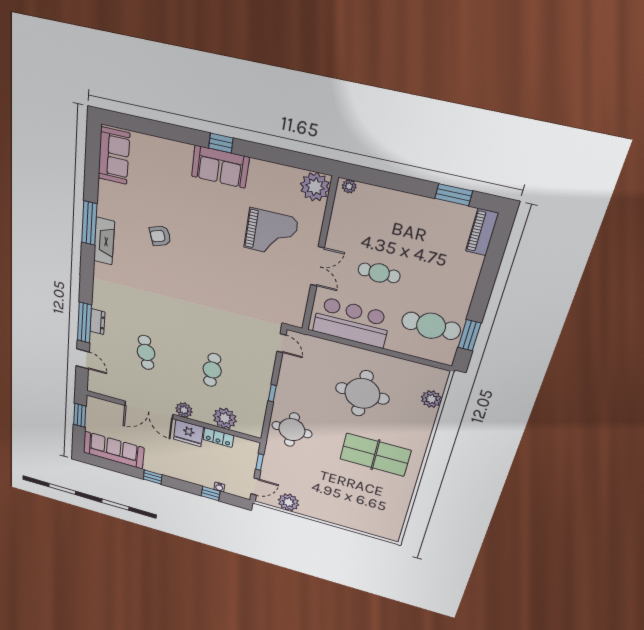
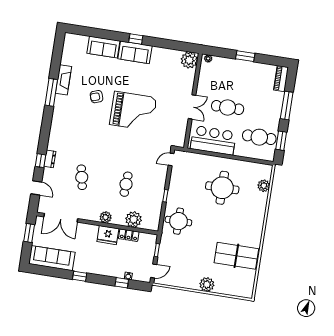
sofa: (114, 156) -> (103, 47), moved, turned 90
window: (454, 195) -> (245, 56), moved
grand piano: (271, 233) -> (133, 111), moved, width x1.37, depth x1.48
fireplace: (104, 241) -> (63, 80), moved
cafe table: (379, 273) -> (228, 108), width x1.37, depth x1.35
window: (487, 279) -> (287, 105), added
window: (84, 323) -> (41, 161), width x0.46
door: (281, 343) -> (171, 159), swing flipped
double door: (149, 410) -> (61, 218), moved
table tennis table: (375, 455) -> (236, 256), moved
plant: (288, 502) -> (207, 284), moved

